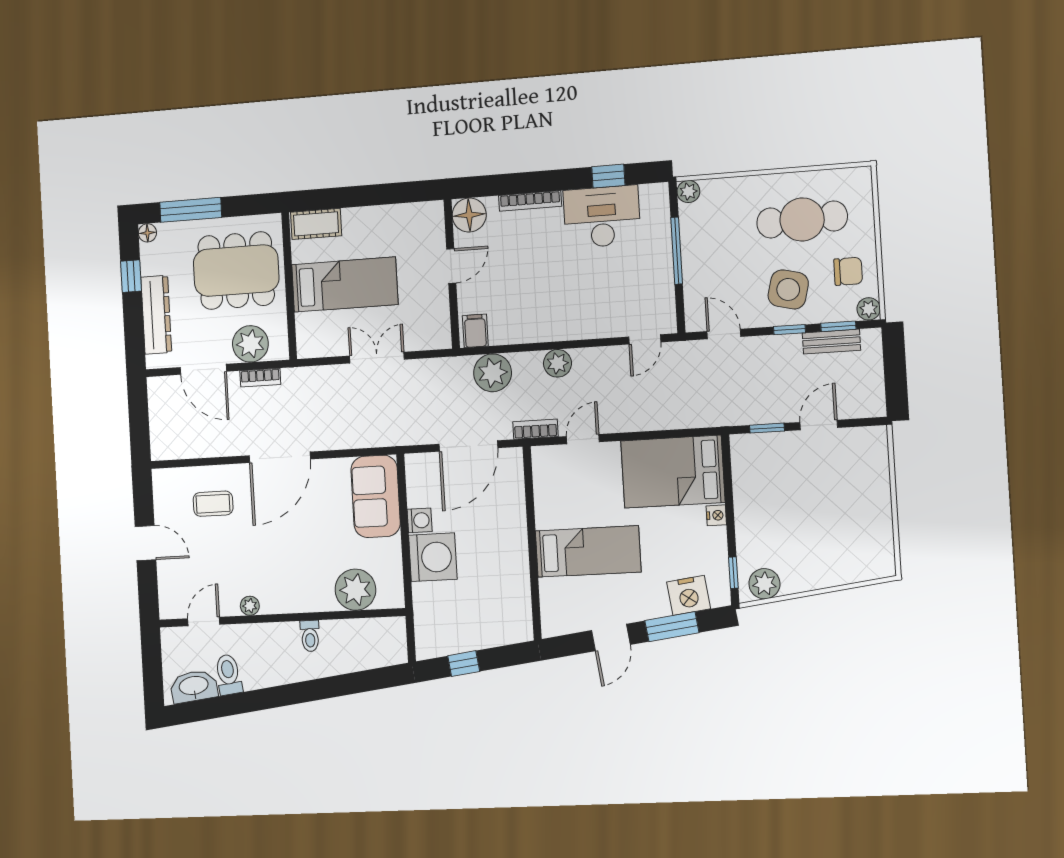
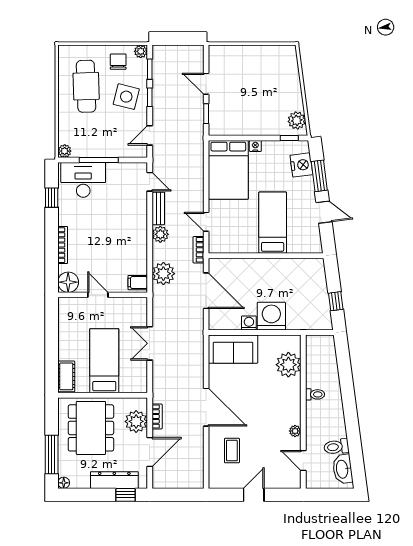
desk: (602, 217) -> (83, 180), moved, turned 90
window: (131, 276) -> (126, 495), moved
bench: (831, 342) -> (158, 208), moved

